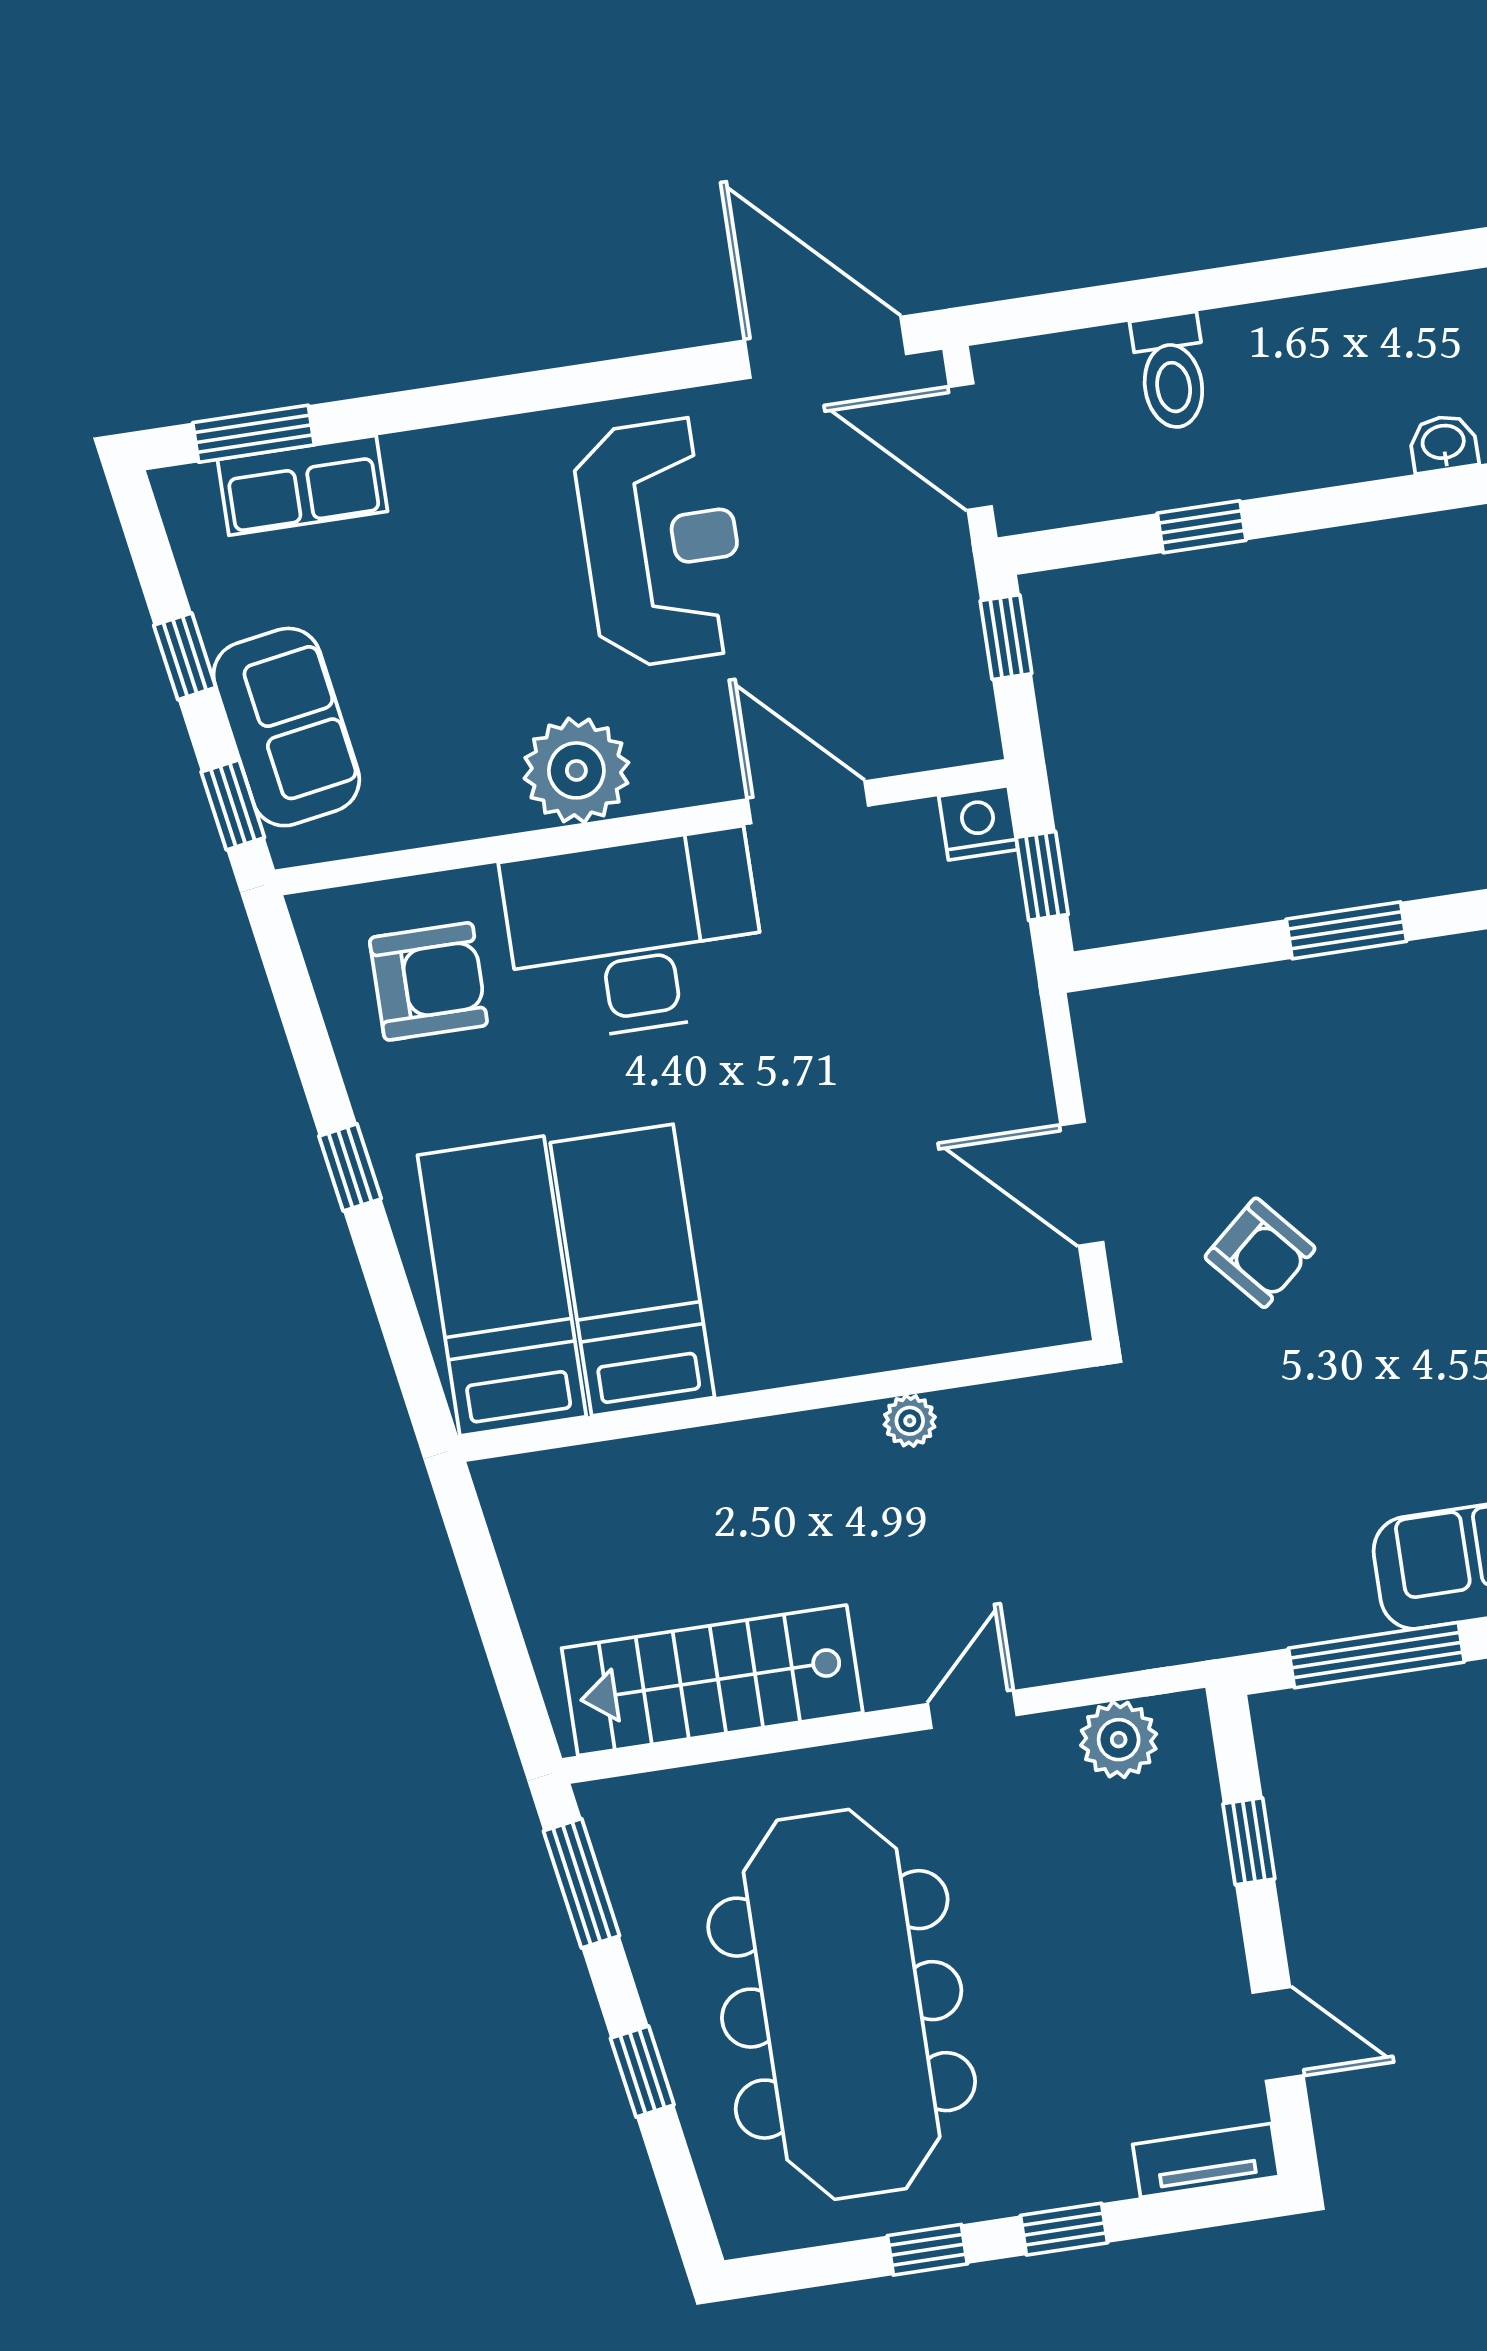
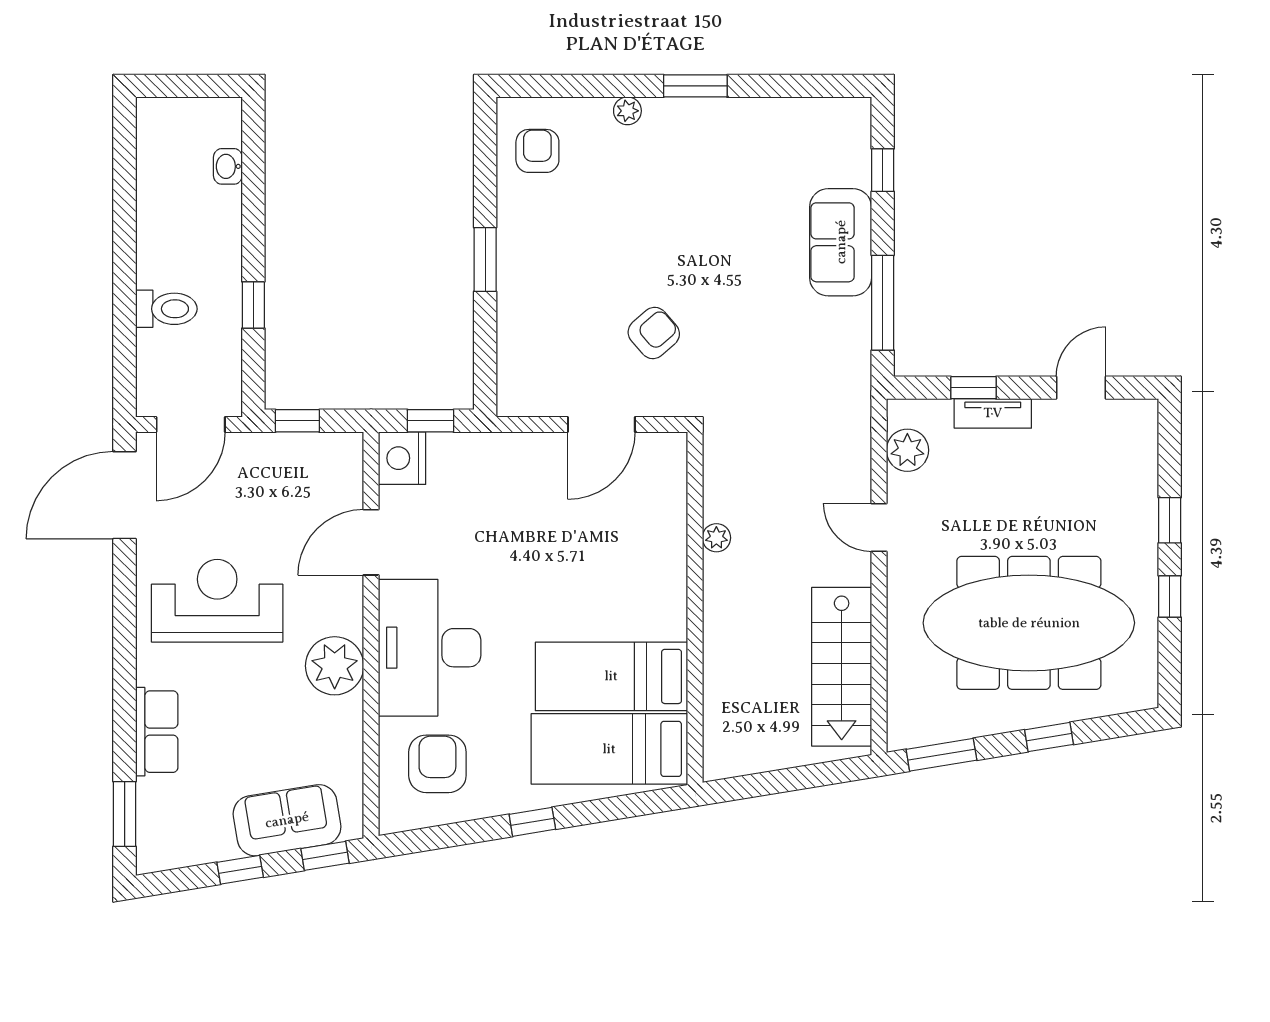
row of seats: (302, 485) -> (157, 732), moved
nightstand: (978, 823) -> (402, 458), width x1.36, depth x1.33
tv unit: (1206, 2160) -> (993, 413), moved, turned -90

